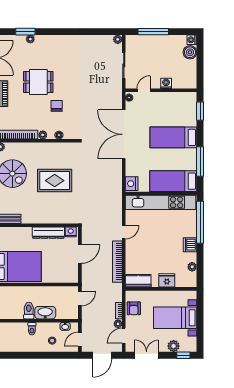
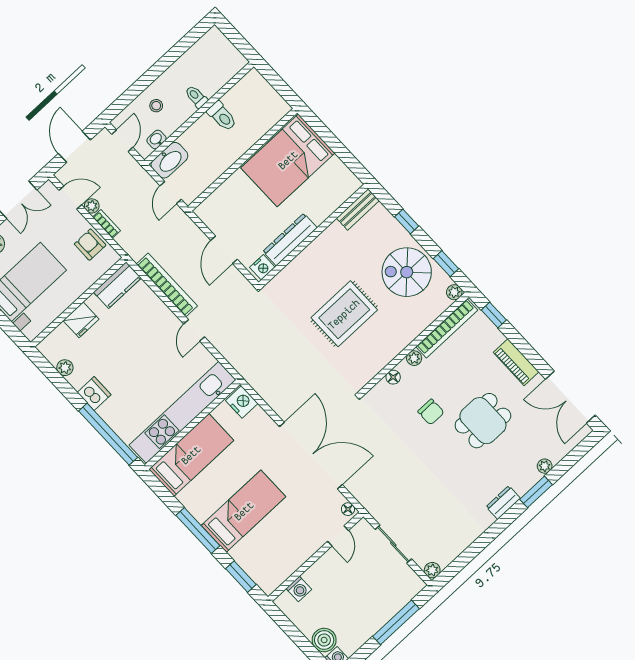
window: (25, 32) -> (536, 492), moved
dresser: (62, 40) -> (503, 503), added
washing machine: (166, 83) -> (299, 589), moved
window: (200, 162) -> (198, 531), moved
washbasin: (45, 313) -> (169, 160), moved
door: (124, 336) -> (70, 198), hinge flipped

